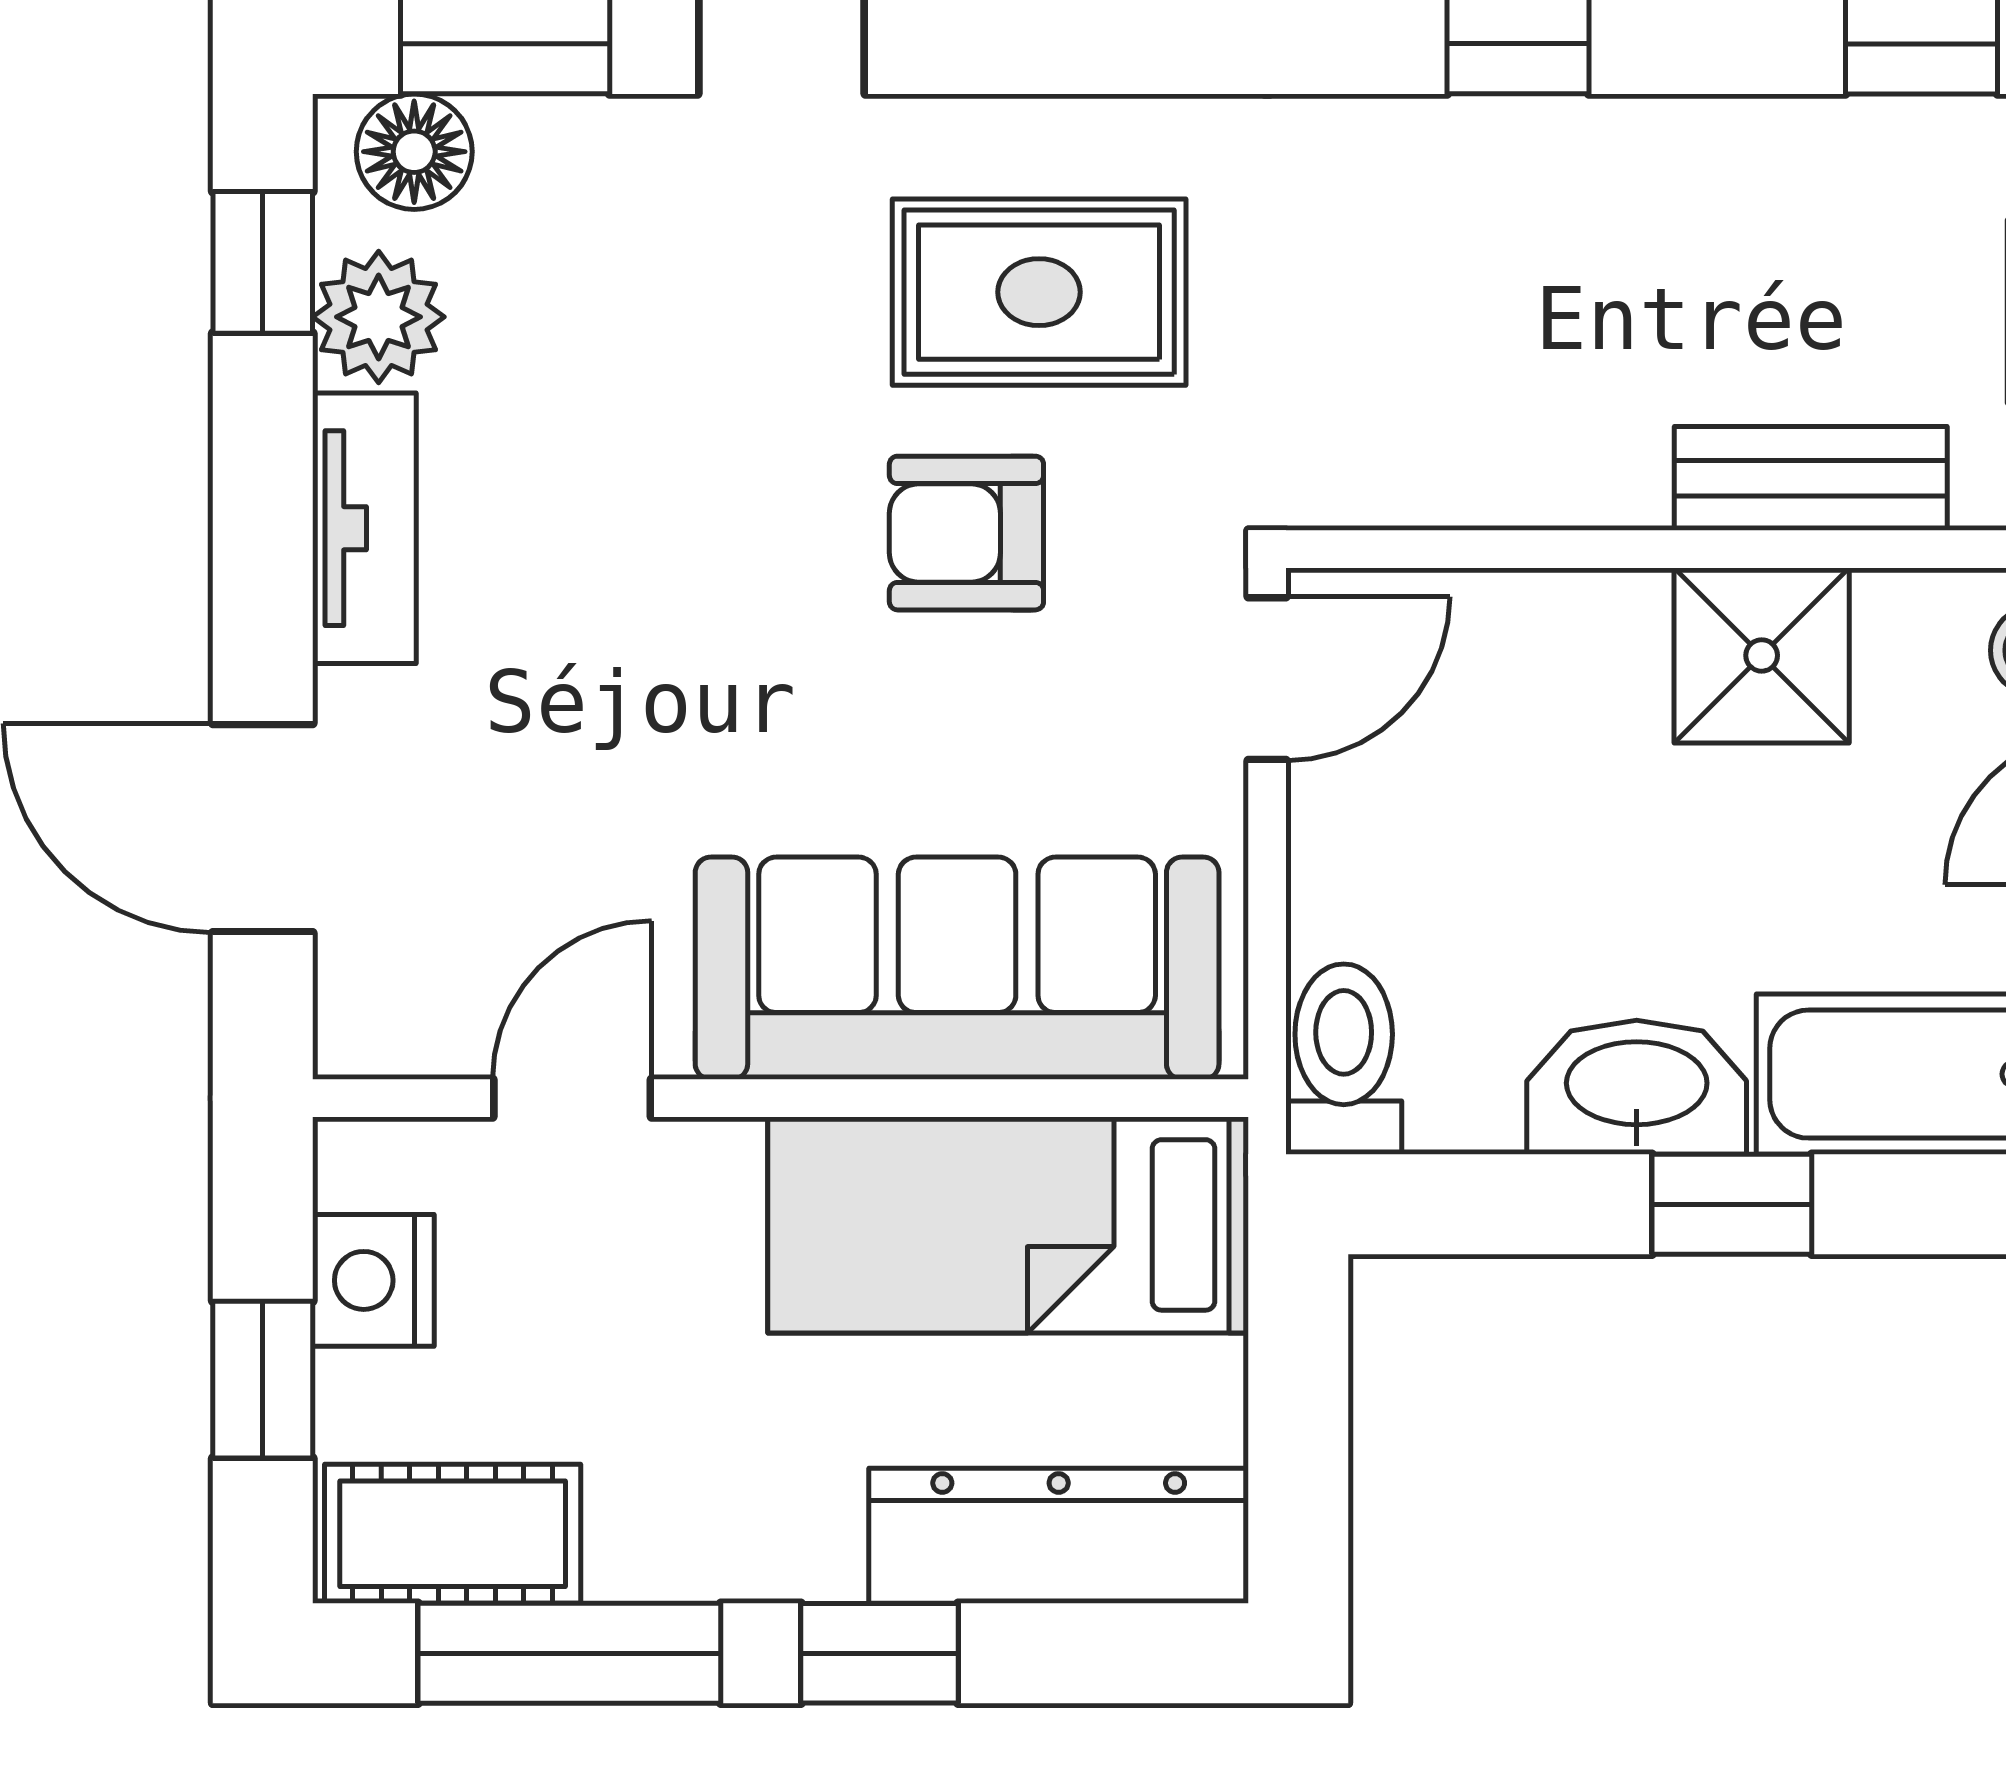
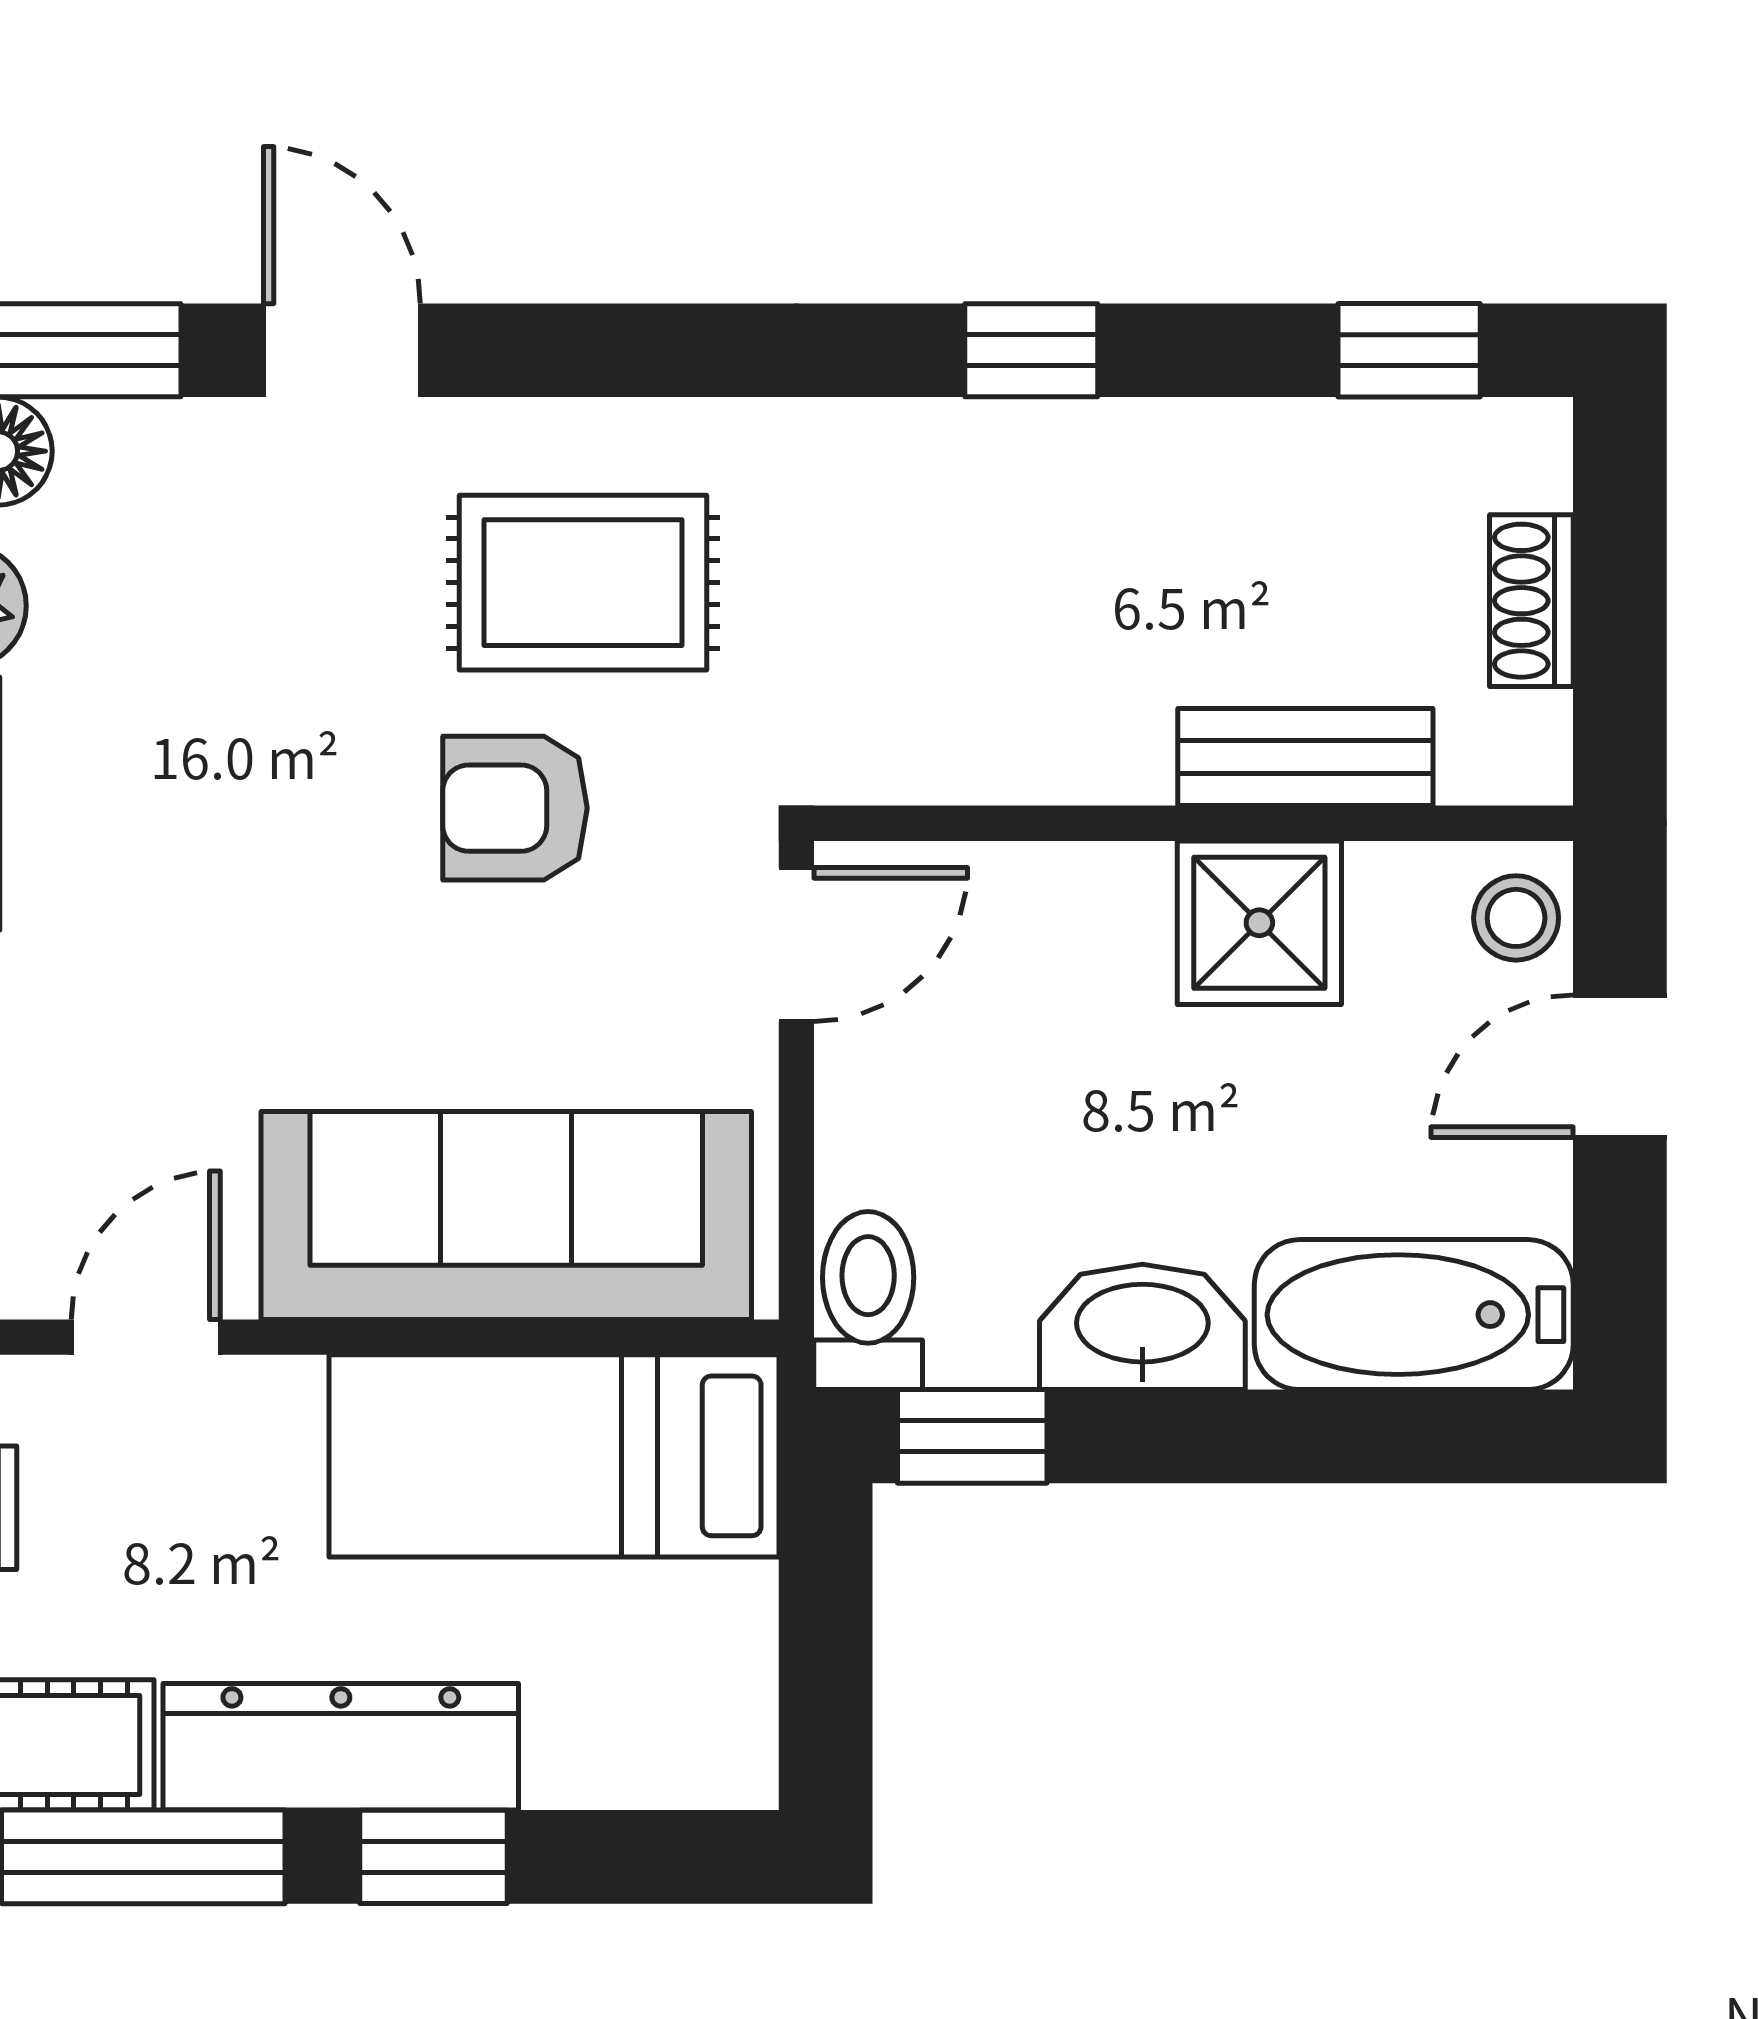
window: (1732, 1204) -> (972, 1436), moved
dresser: (1059, 1536) -> (341, 1747), moved

